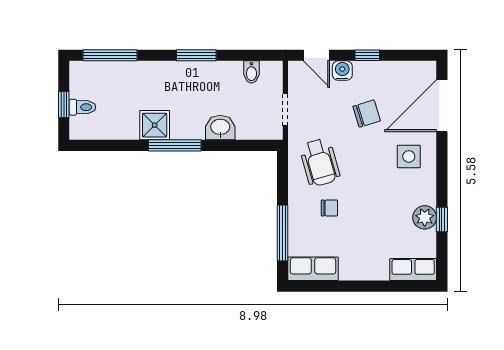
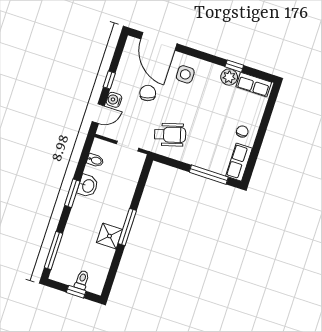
washbasin: (220, 128) -> (88, 186), moved, turned 180
chair: (329, 208) -> (242, 132), moved
row of seats: (413, 270) -> (254, 85), moved, turned -90

